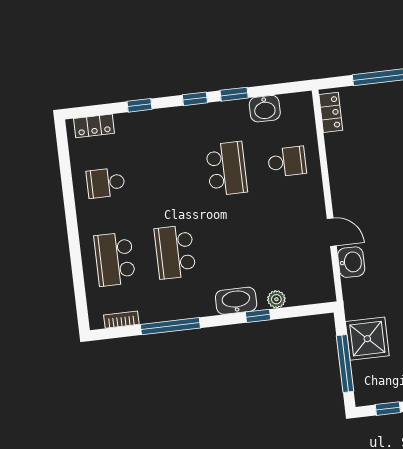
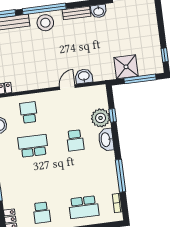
school desk: (175, 252) -> (75, 140), moved, width x0.54
plant: (276, 299) -> (101, 118), width x1.87, depth x1.87
window: (258, 316) -> (113, 115), moved

